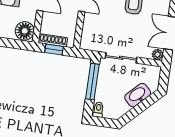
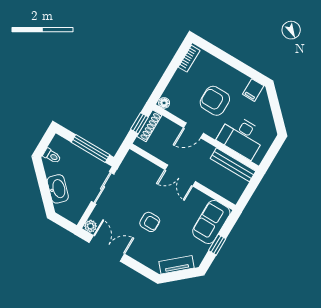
floor lamp: (25, 31) -> (164, 103), width x0.53, depth x0.53
toilet: (98, 110) -> (52, 156), moved

